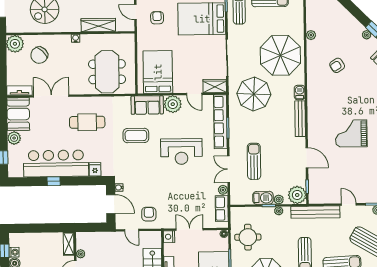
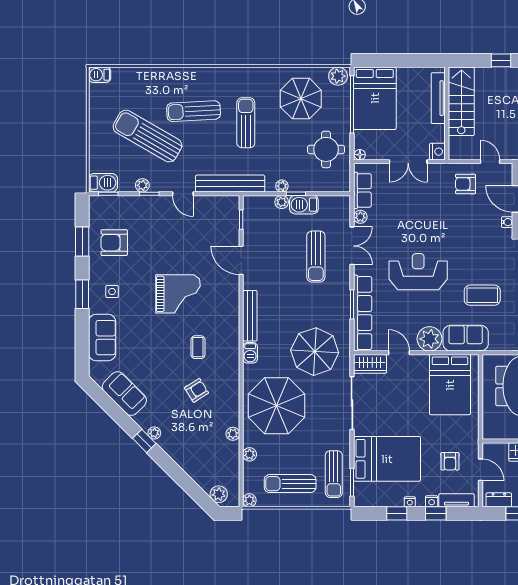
coffee table: (337, 96) -> (198, 347), added
plant: (297, 195) -> (250, 454), moved, width x0.53, depth x0.53
armchair: (149, 214) -> (465, 184), turned 90

